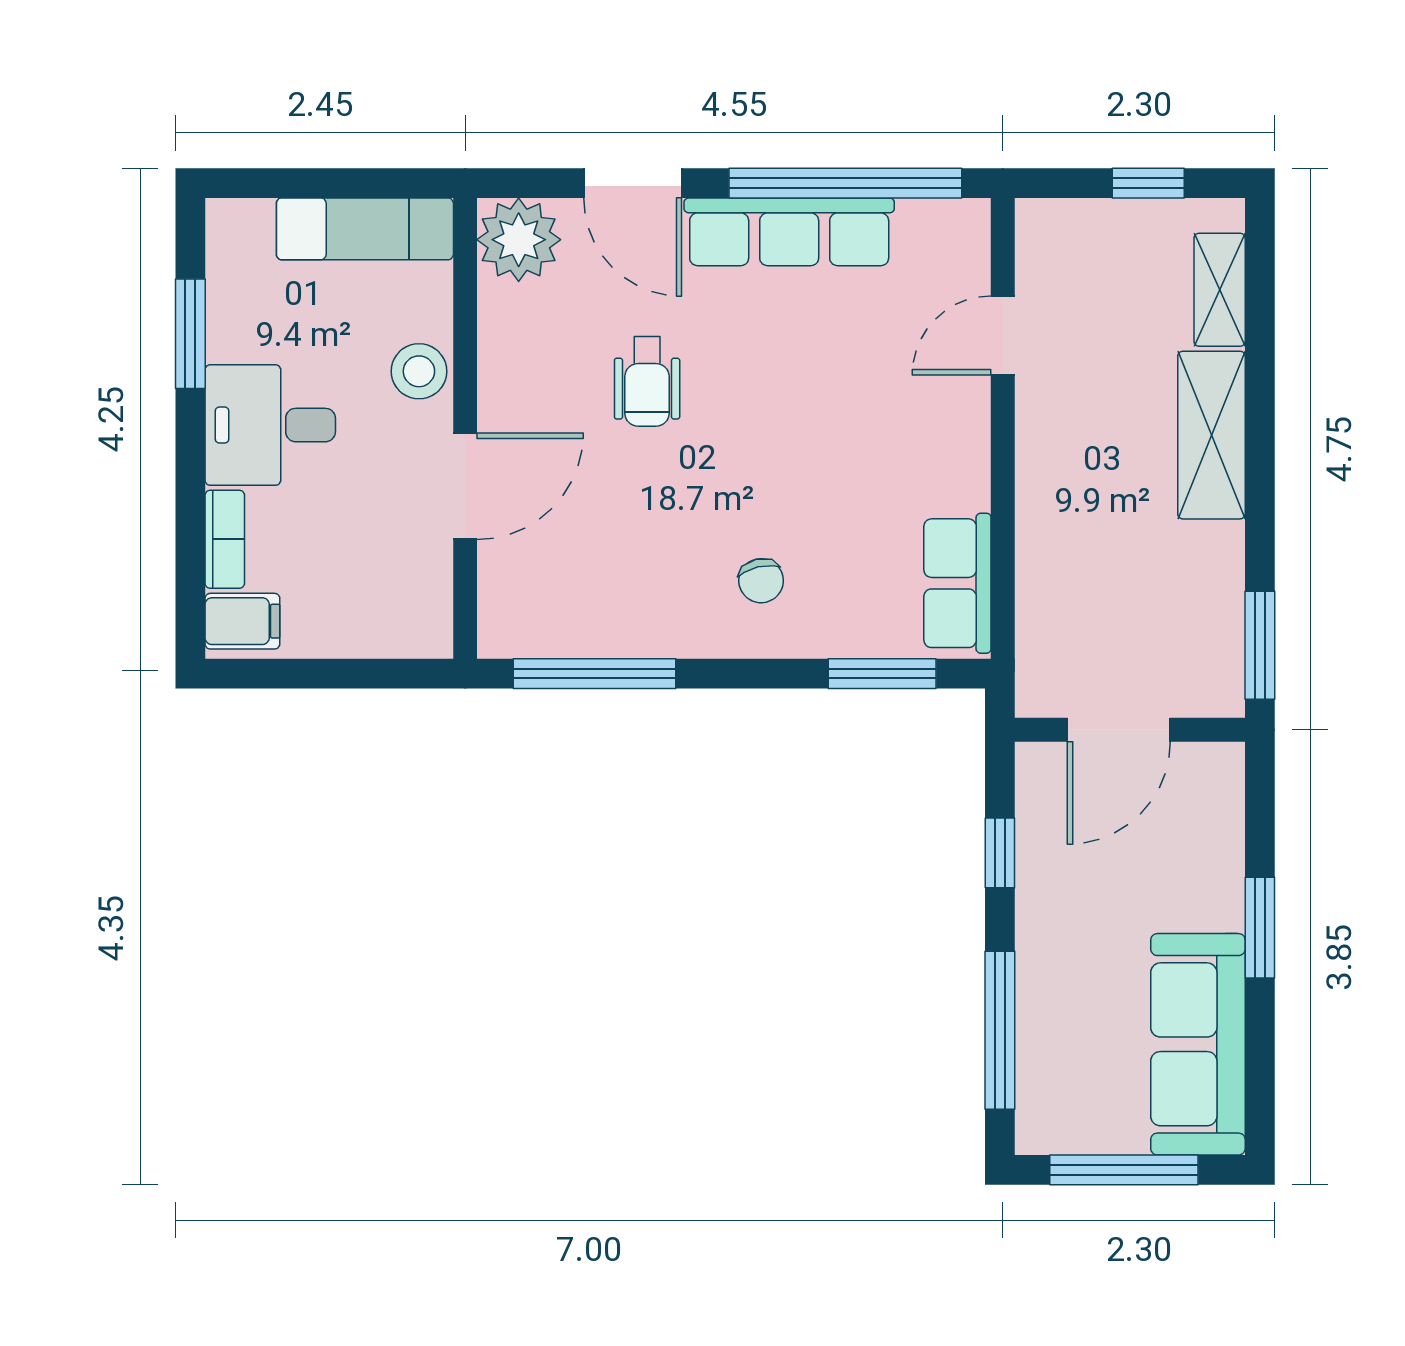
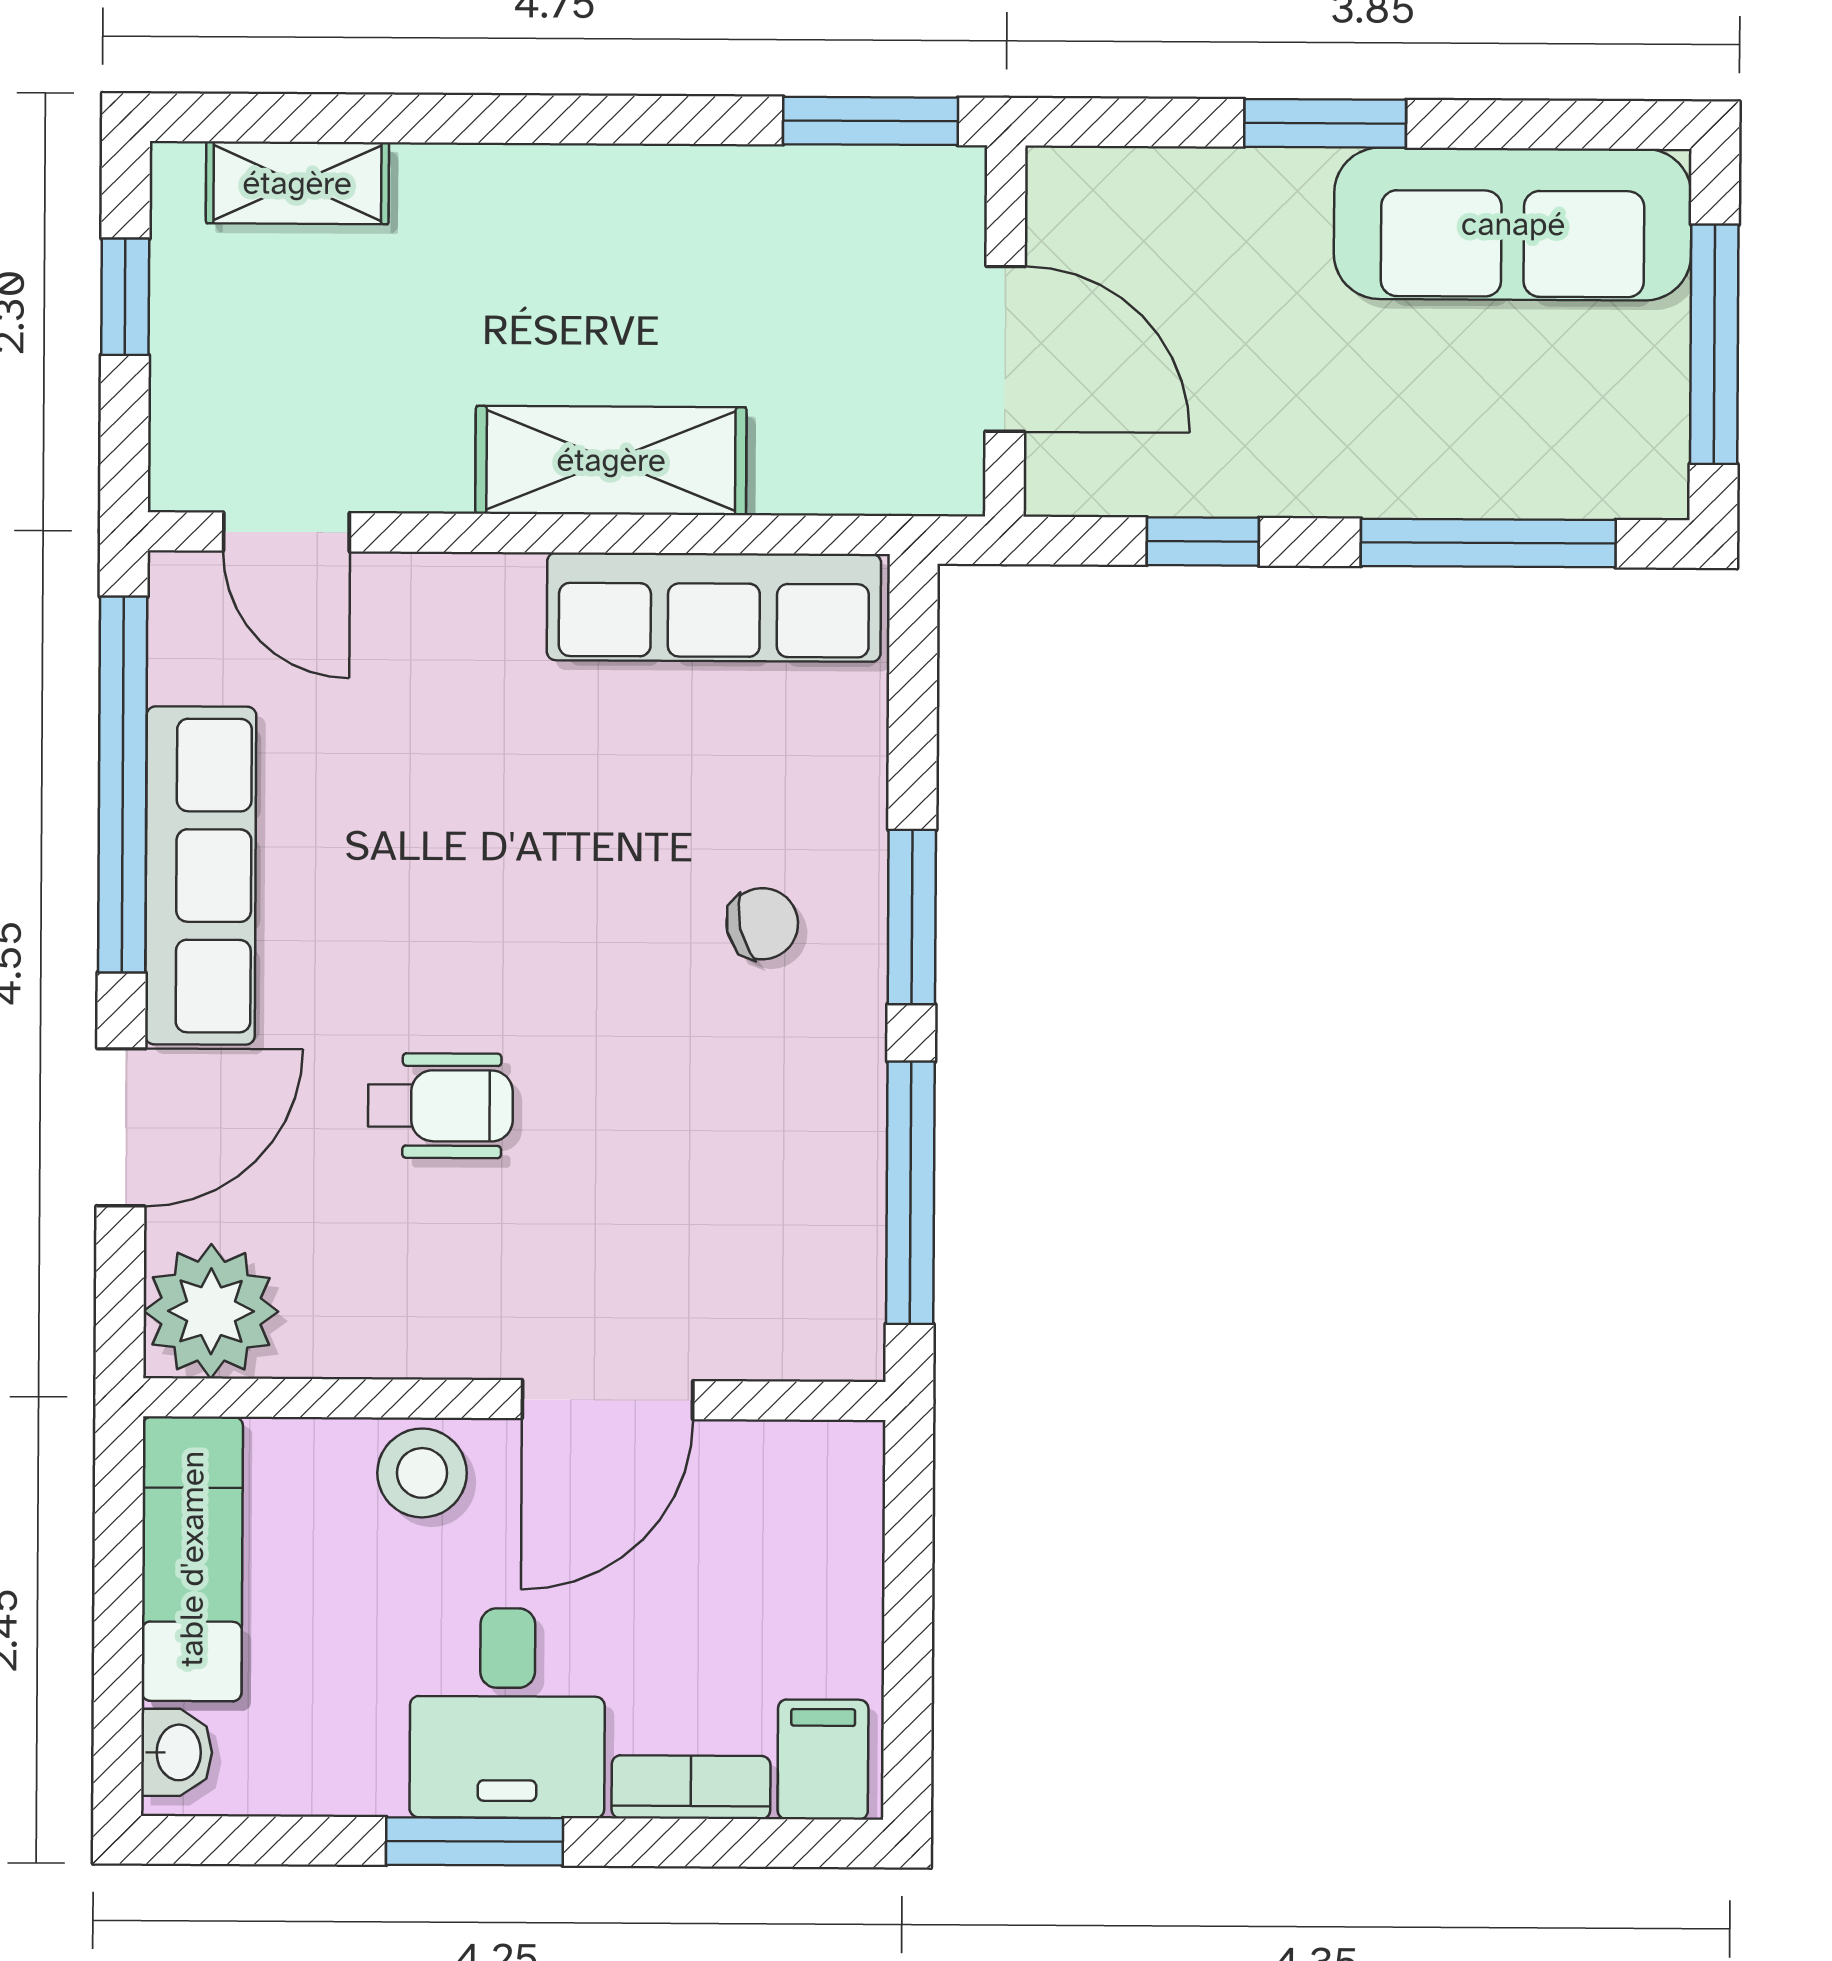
washbasin: (245, 220) -> (177, 1752), added
window: (190, 334) -> (475, 1841), moved
door: (1003, 336) -> (286, 532), moved
shelving: (1211, 435) -> (611, 460), moved
door: (465, 486) -> (608, 1400), swing flipped
row of seats: (957, 583) -> (714, 607), width x1.48
window: (882, 674) -> (912, 917), moved

